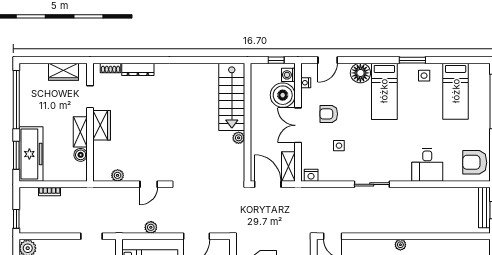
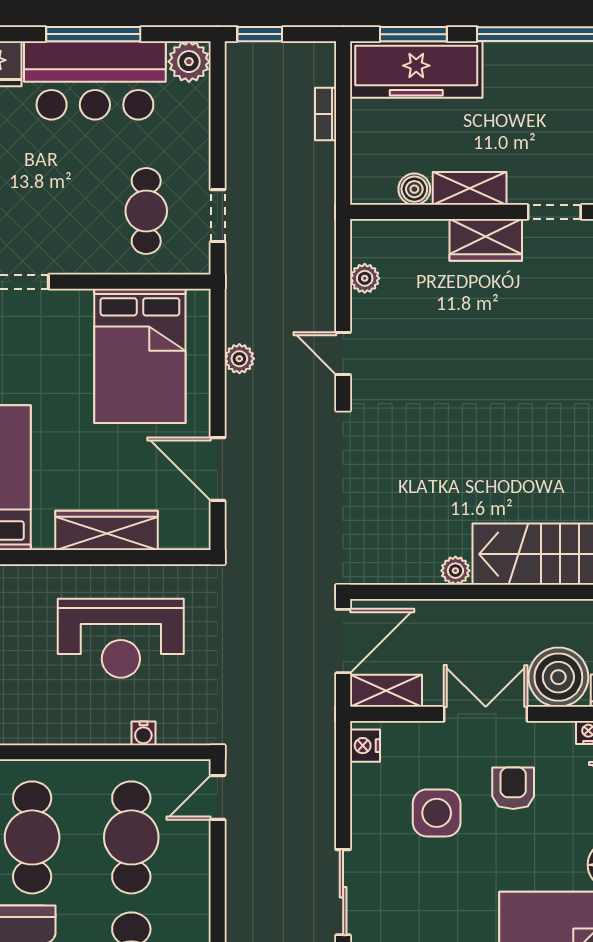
side table: (339, 146) -> (437, 813), width x1.87, depth x1.87

